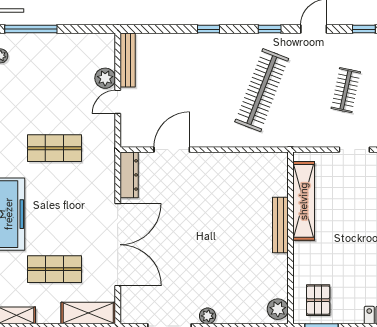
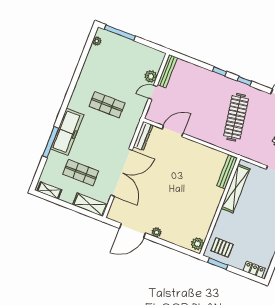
window: (270, 29) -> (244, 81), moved
clothes rail: (262, 90) -> (236, 117), turned -30
bench: (280, 225) -> (227, 172), moved
pallet: (318, 300) -> (222, 247), turned 90

